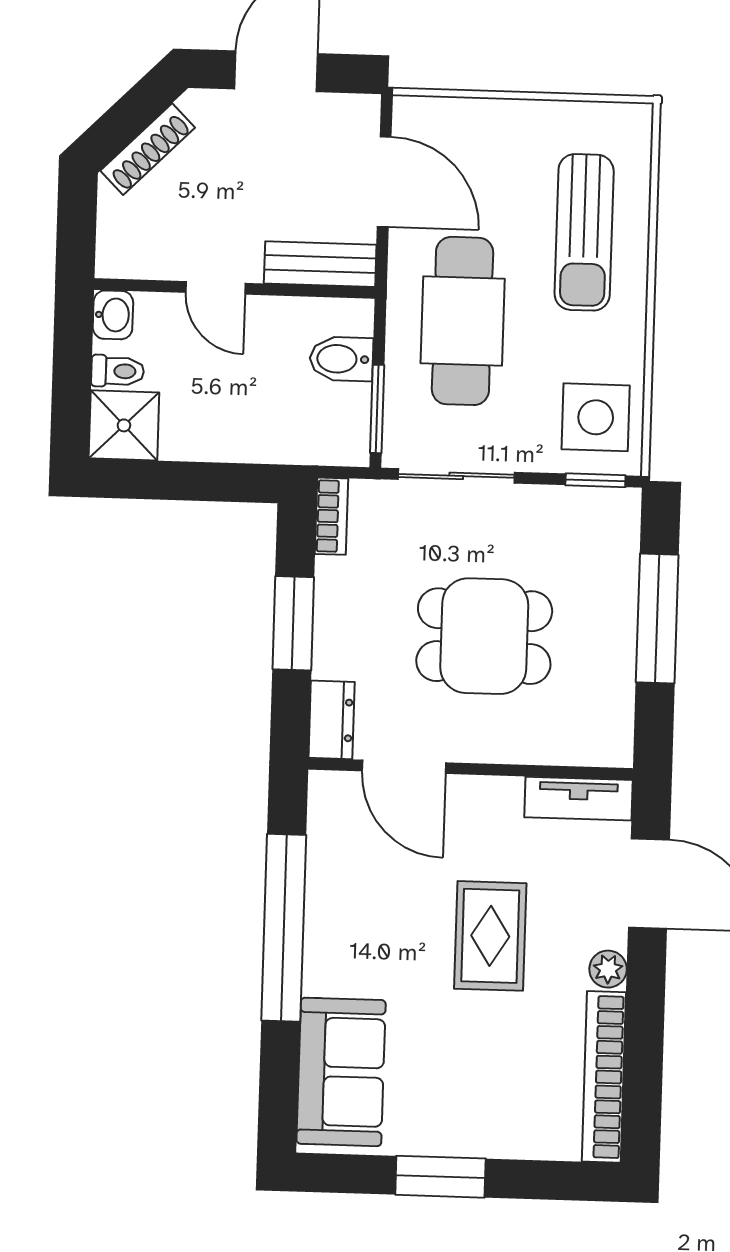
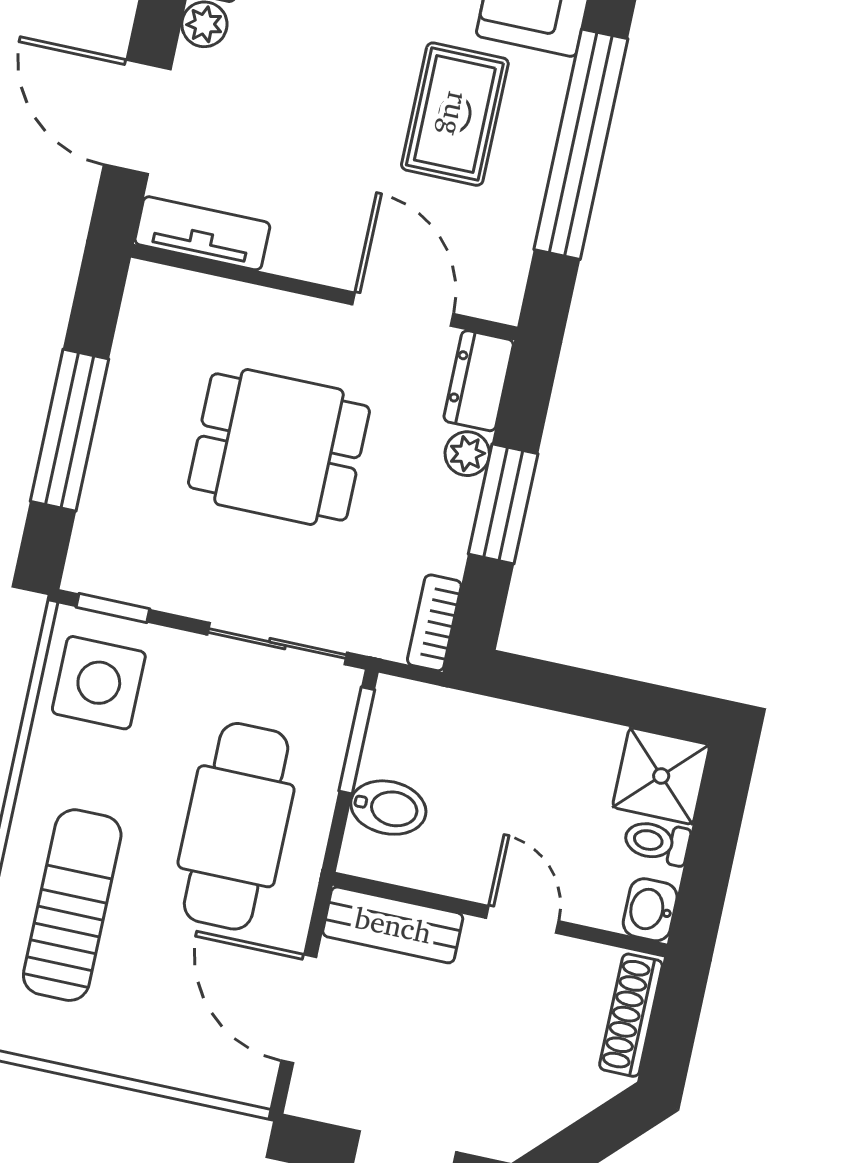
shoe rack: (148, 149) -> (631, 1015), moved, turned -45
plant: (330, 659) -> (467, 454), added
rug: (490, 936) -> (455, 114), moved

